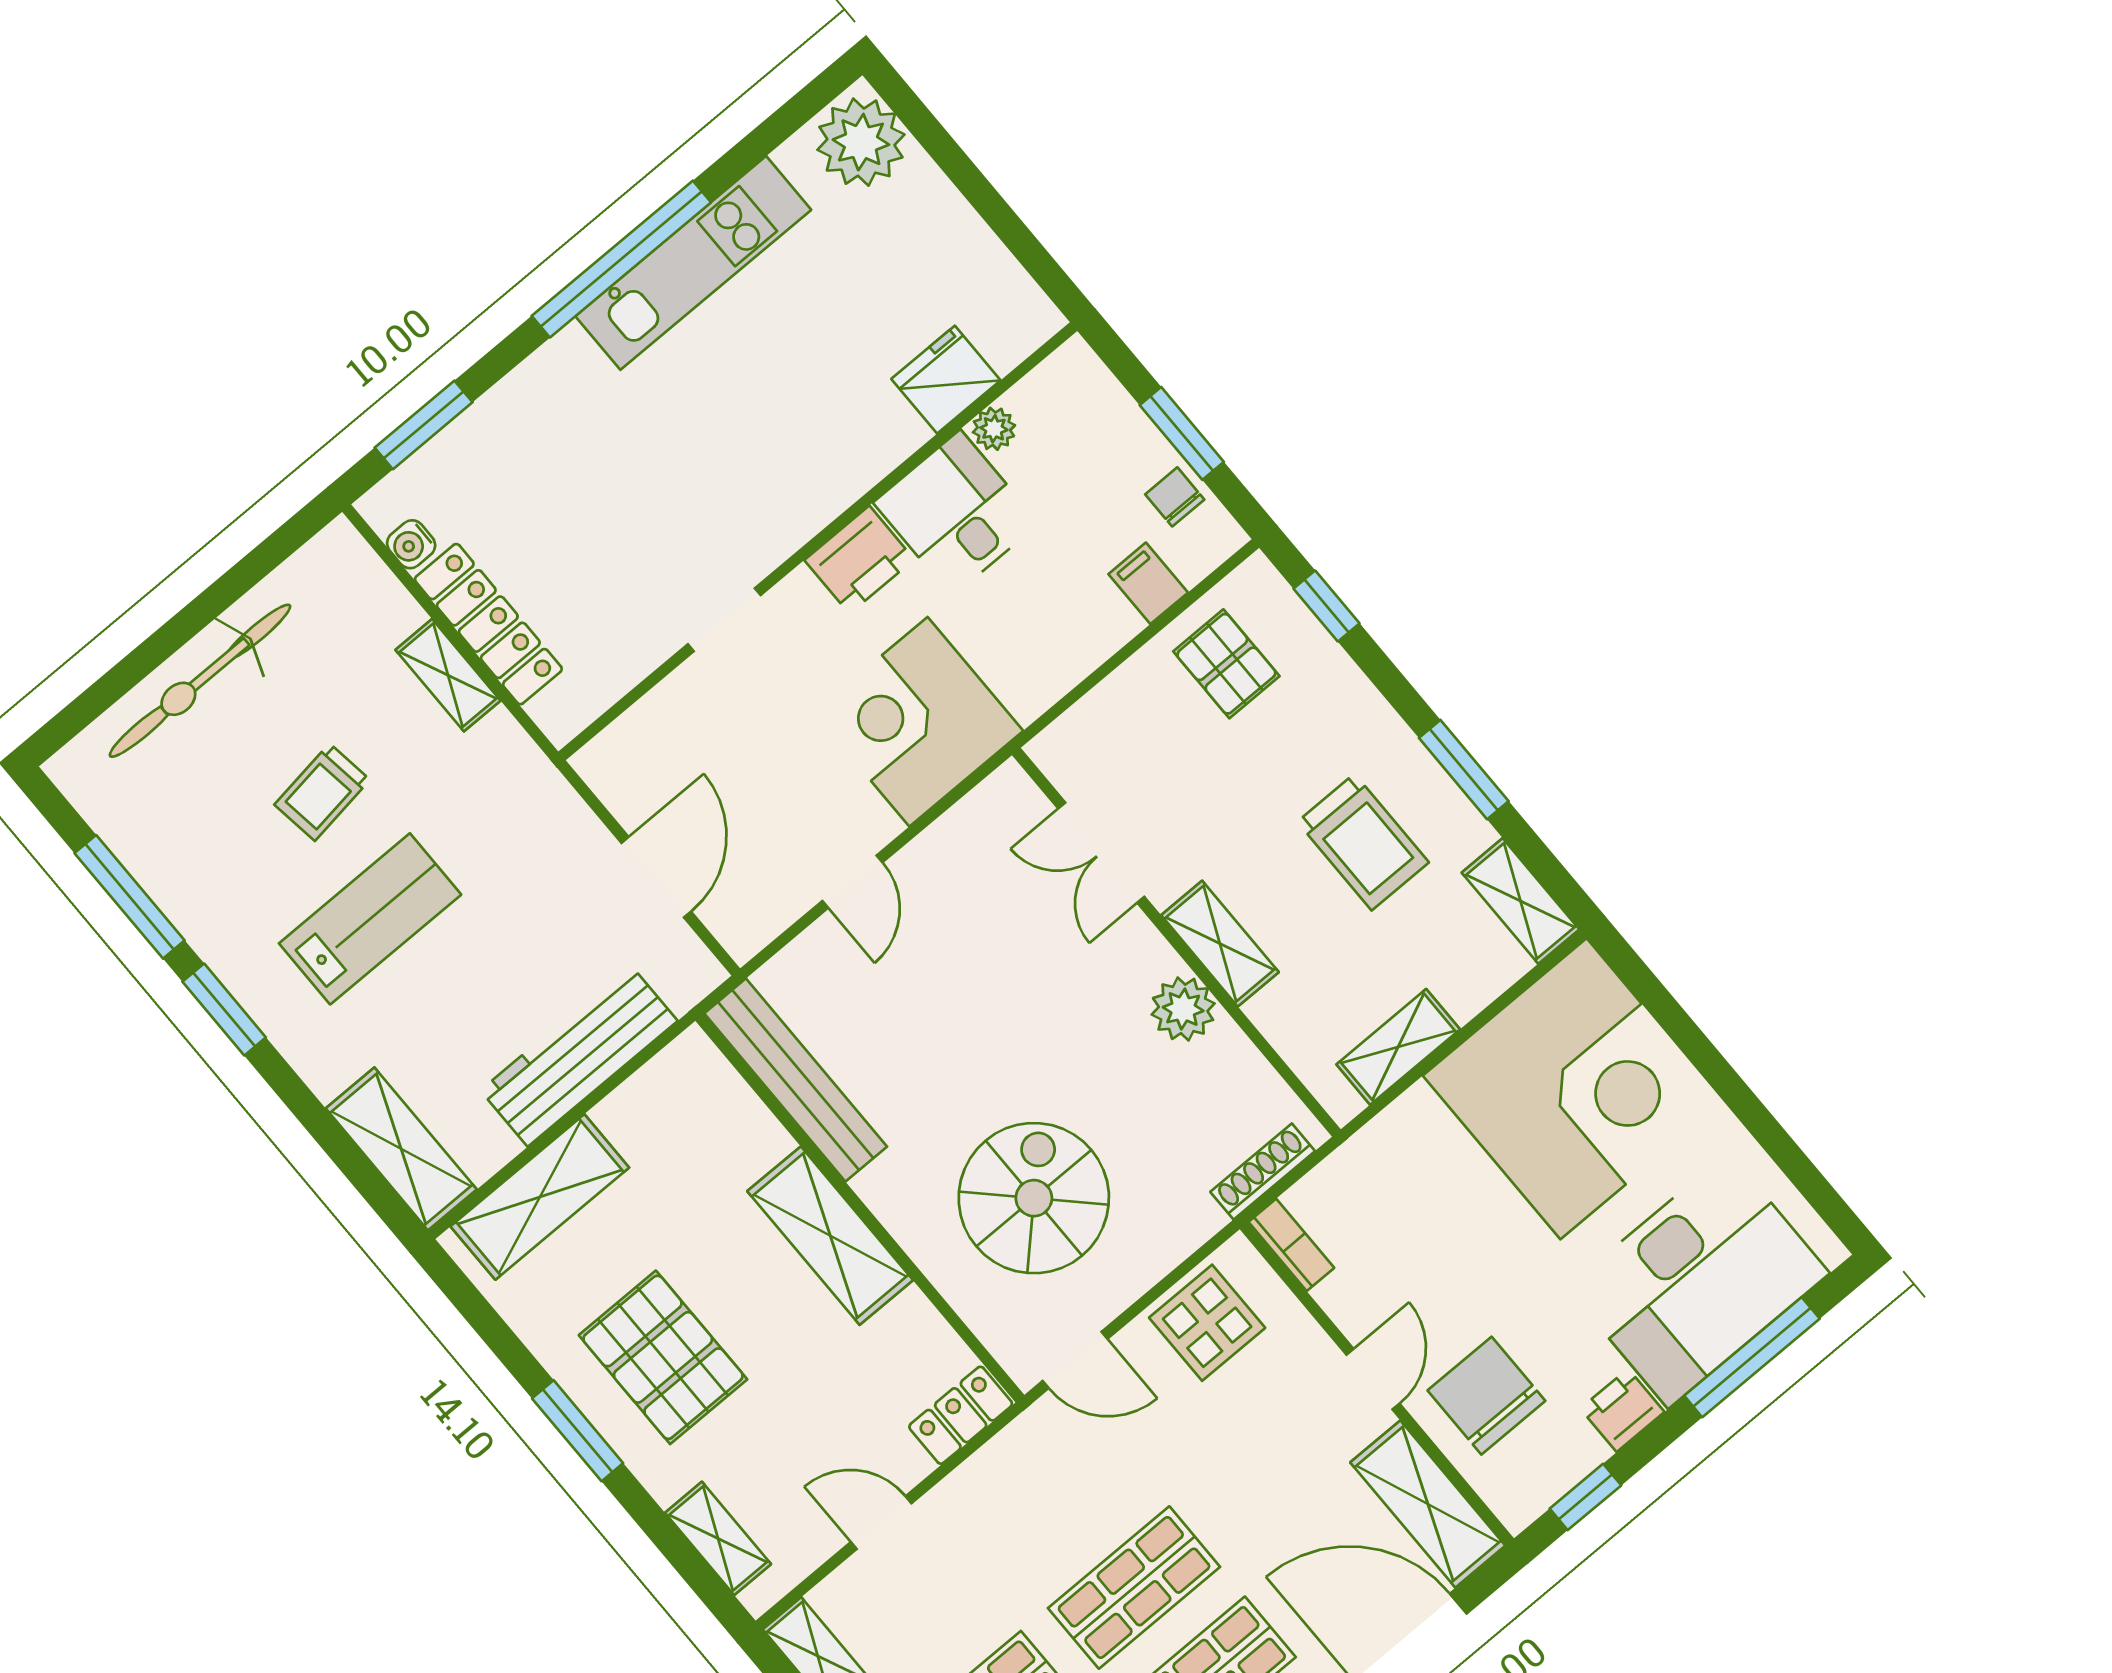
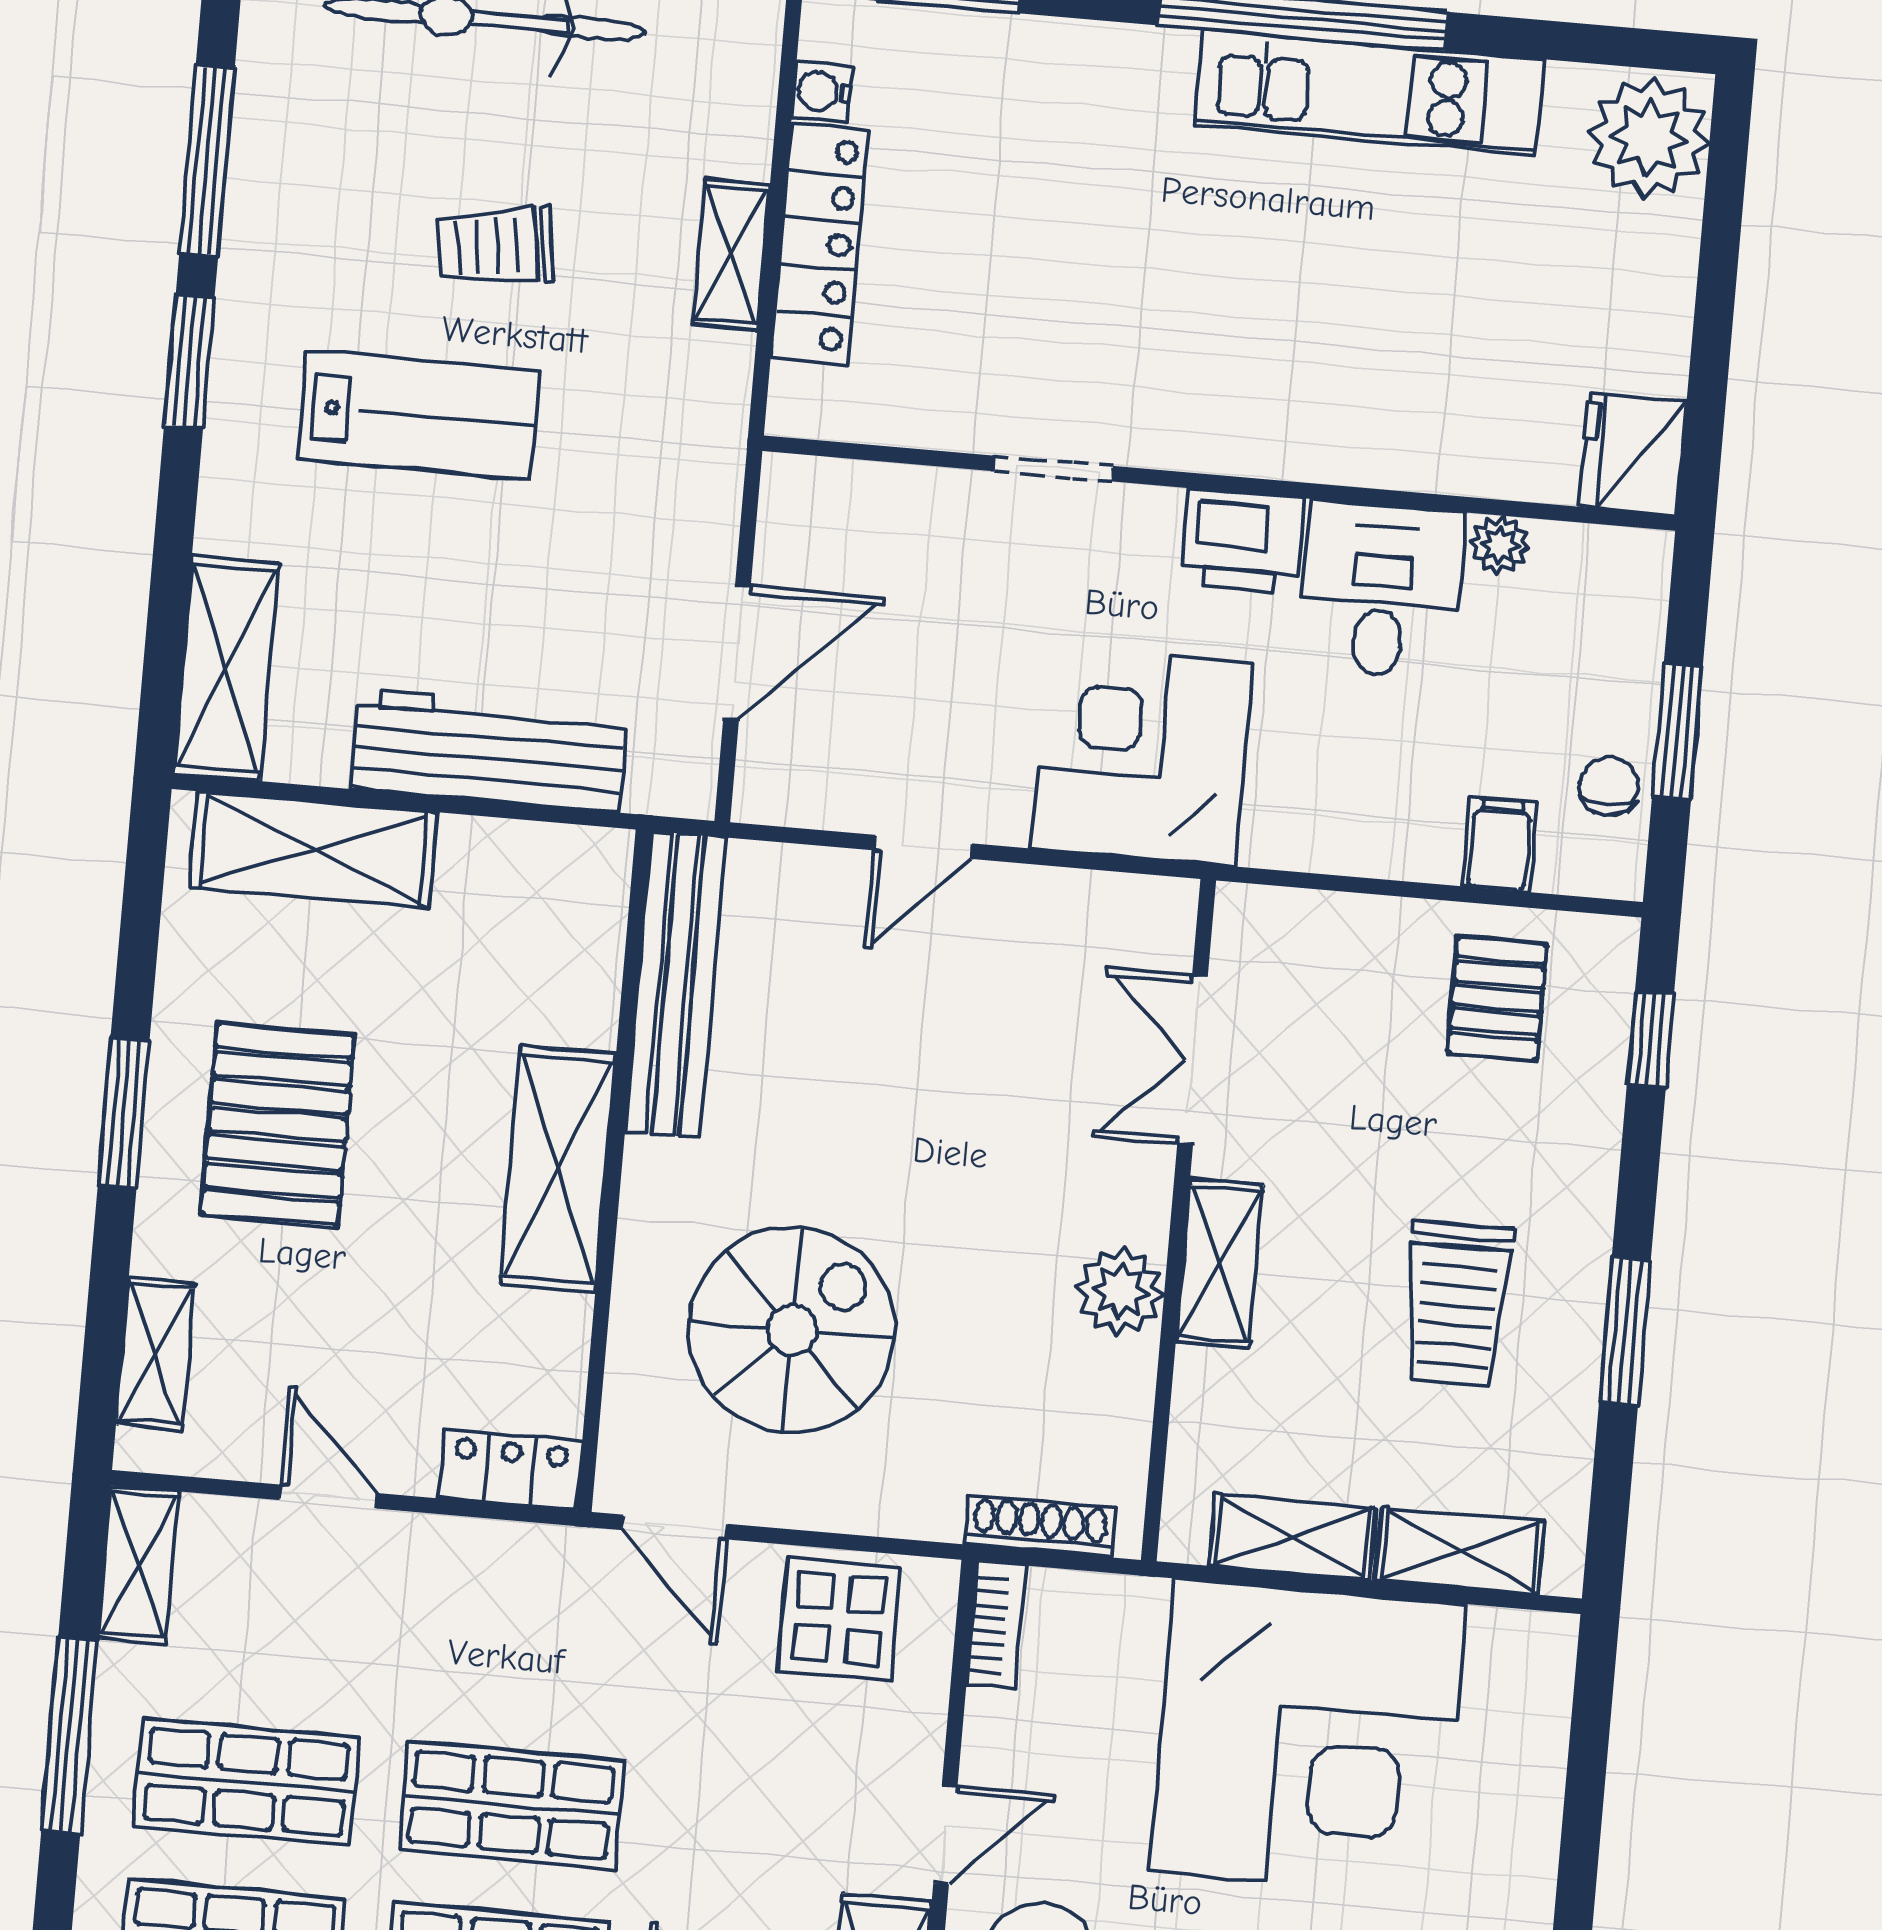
fridge: (946, 380) -> (1633, 454), moved, turned -90
shelving: (1520, 901) -> (1460, 1551), moved, turned 90
corner desk: (1573, 1089) -> (1308, 1738), moved

